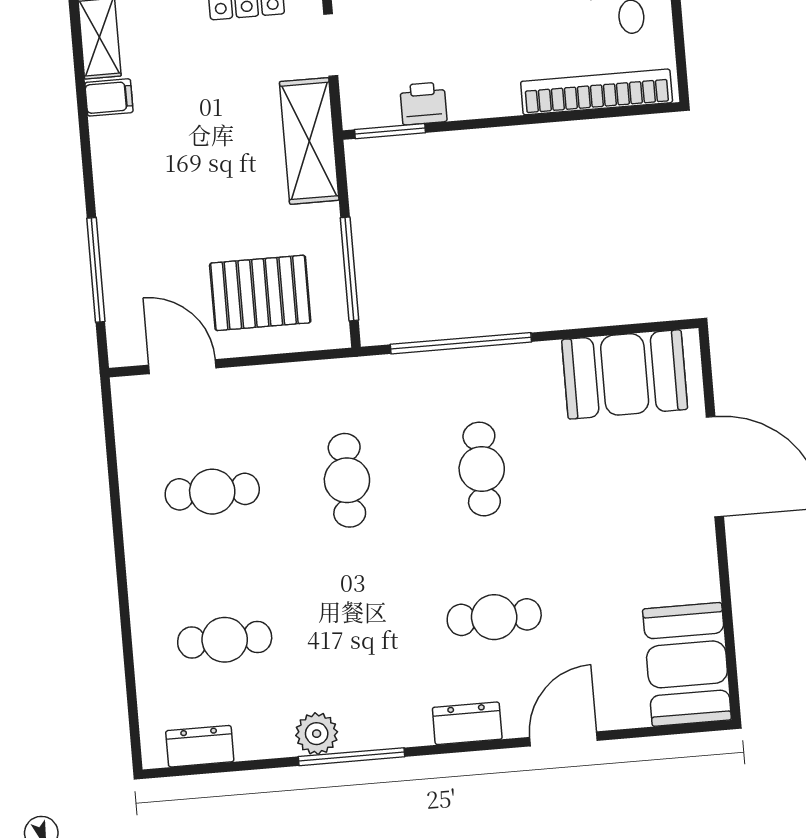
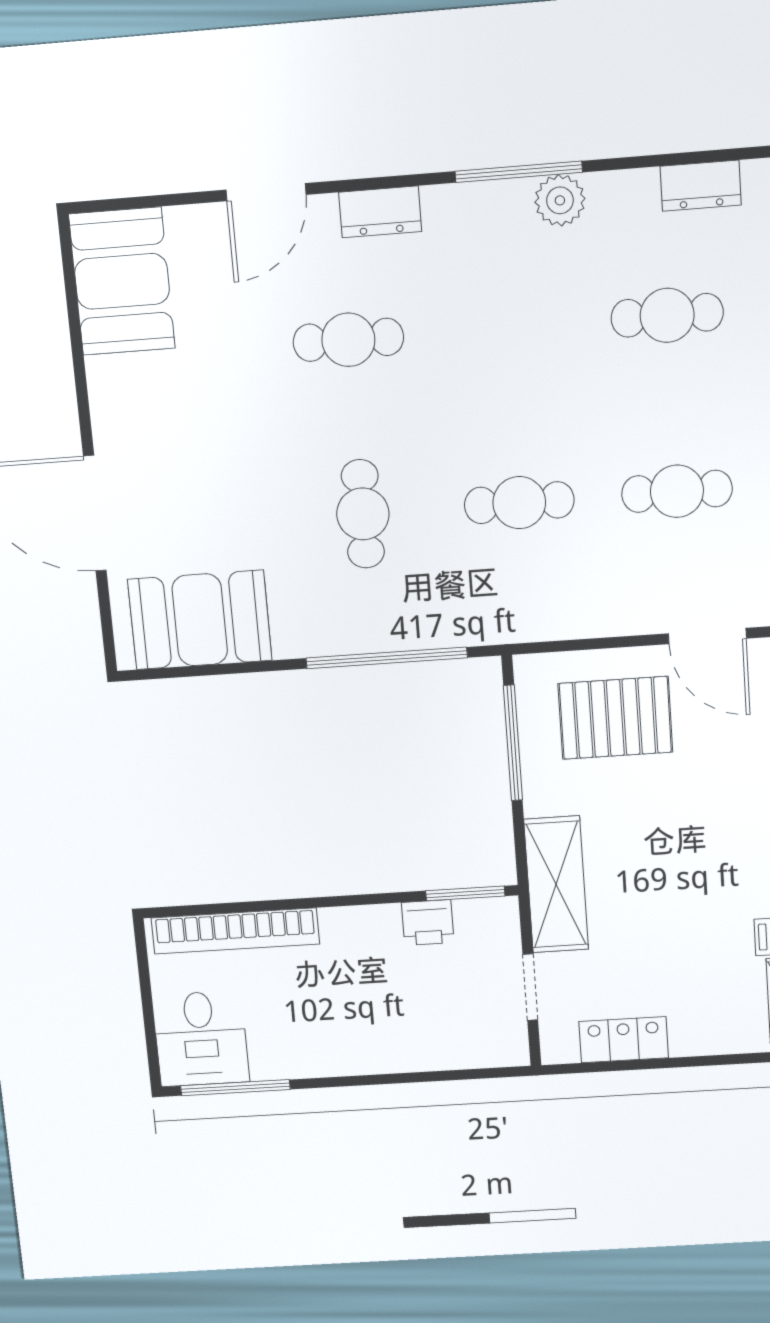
cafe table: (347, 480) -> (519, 503), turned 90

